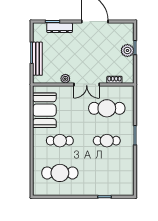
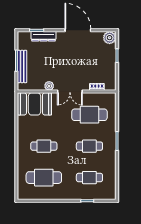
plant: (127, 51) -> (110, 38), moved
booth: (44, 110) -> (35, 104), moved, turned 90
cafe table: (107, 173) -> (89, 178), added

